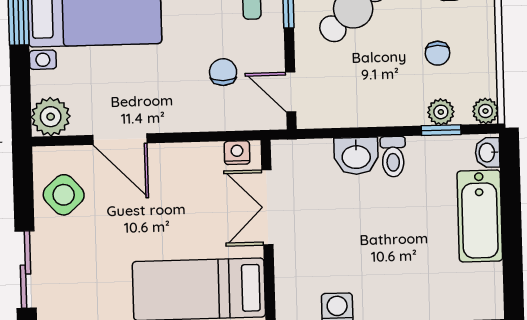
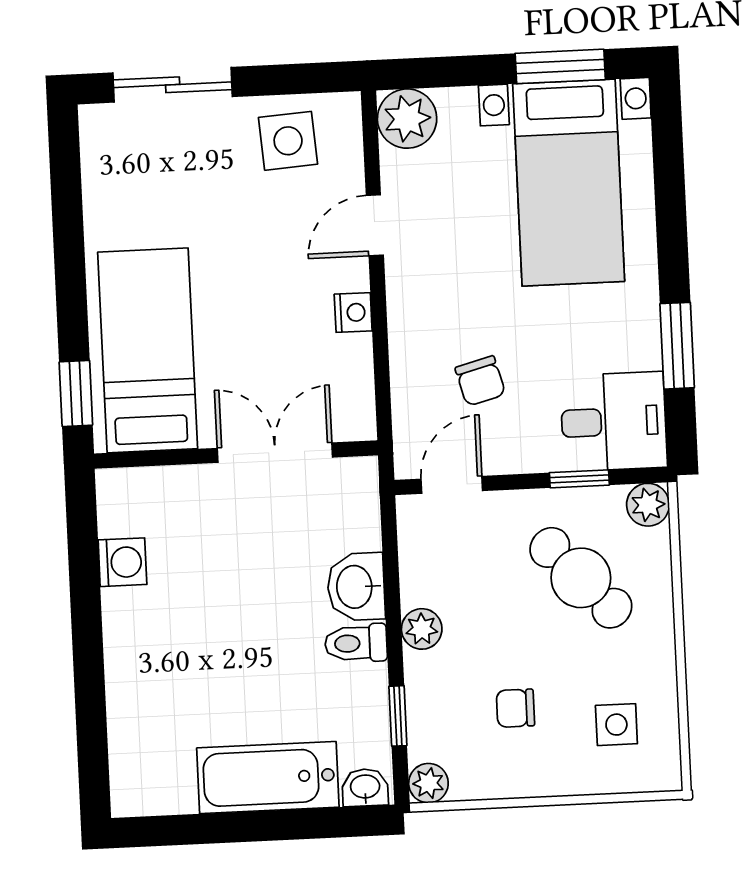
chair: (223, 72) -> (480, 381), turned 75
plant: (441, 112) -> (422, 629), moved
door: (120, 139) -> (375, 225), width x0.73
nightstand: (237, 153) -> (353, 312), moved
side table: (64, 195) -> (288, 141), turned 38

